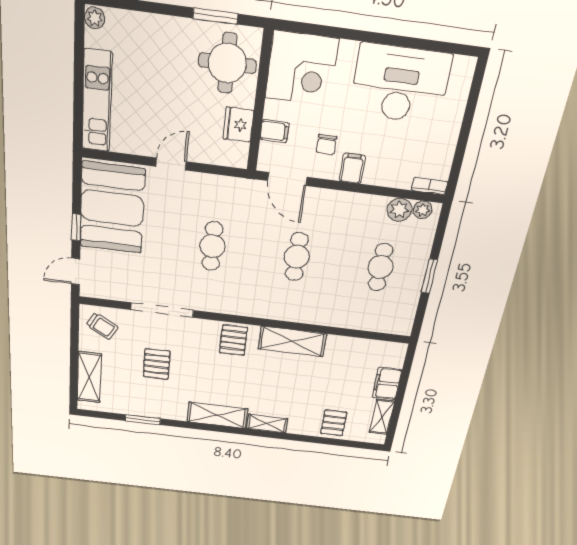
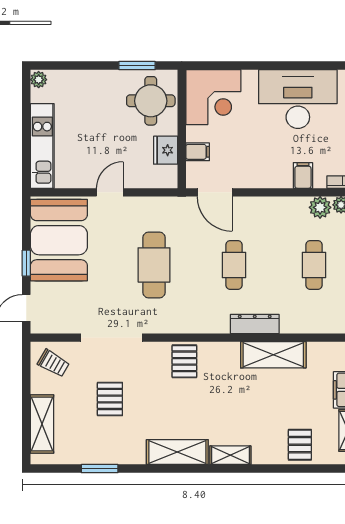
chair: (327, 144) -> (245, 157), removed
filing cabinet: (352, 168) -> (303, 175), moved
cafe table: (212, 246) -> (154, 265), width x1.37, depth x1.35
dresser: (309, 315) -> (255, 324), added
shelving: (292, 341) -> (273, 355), moved

